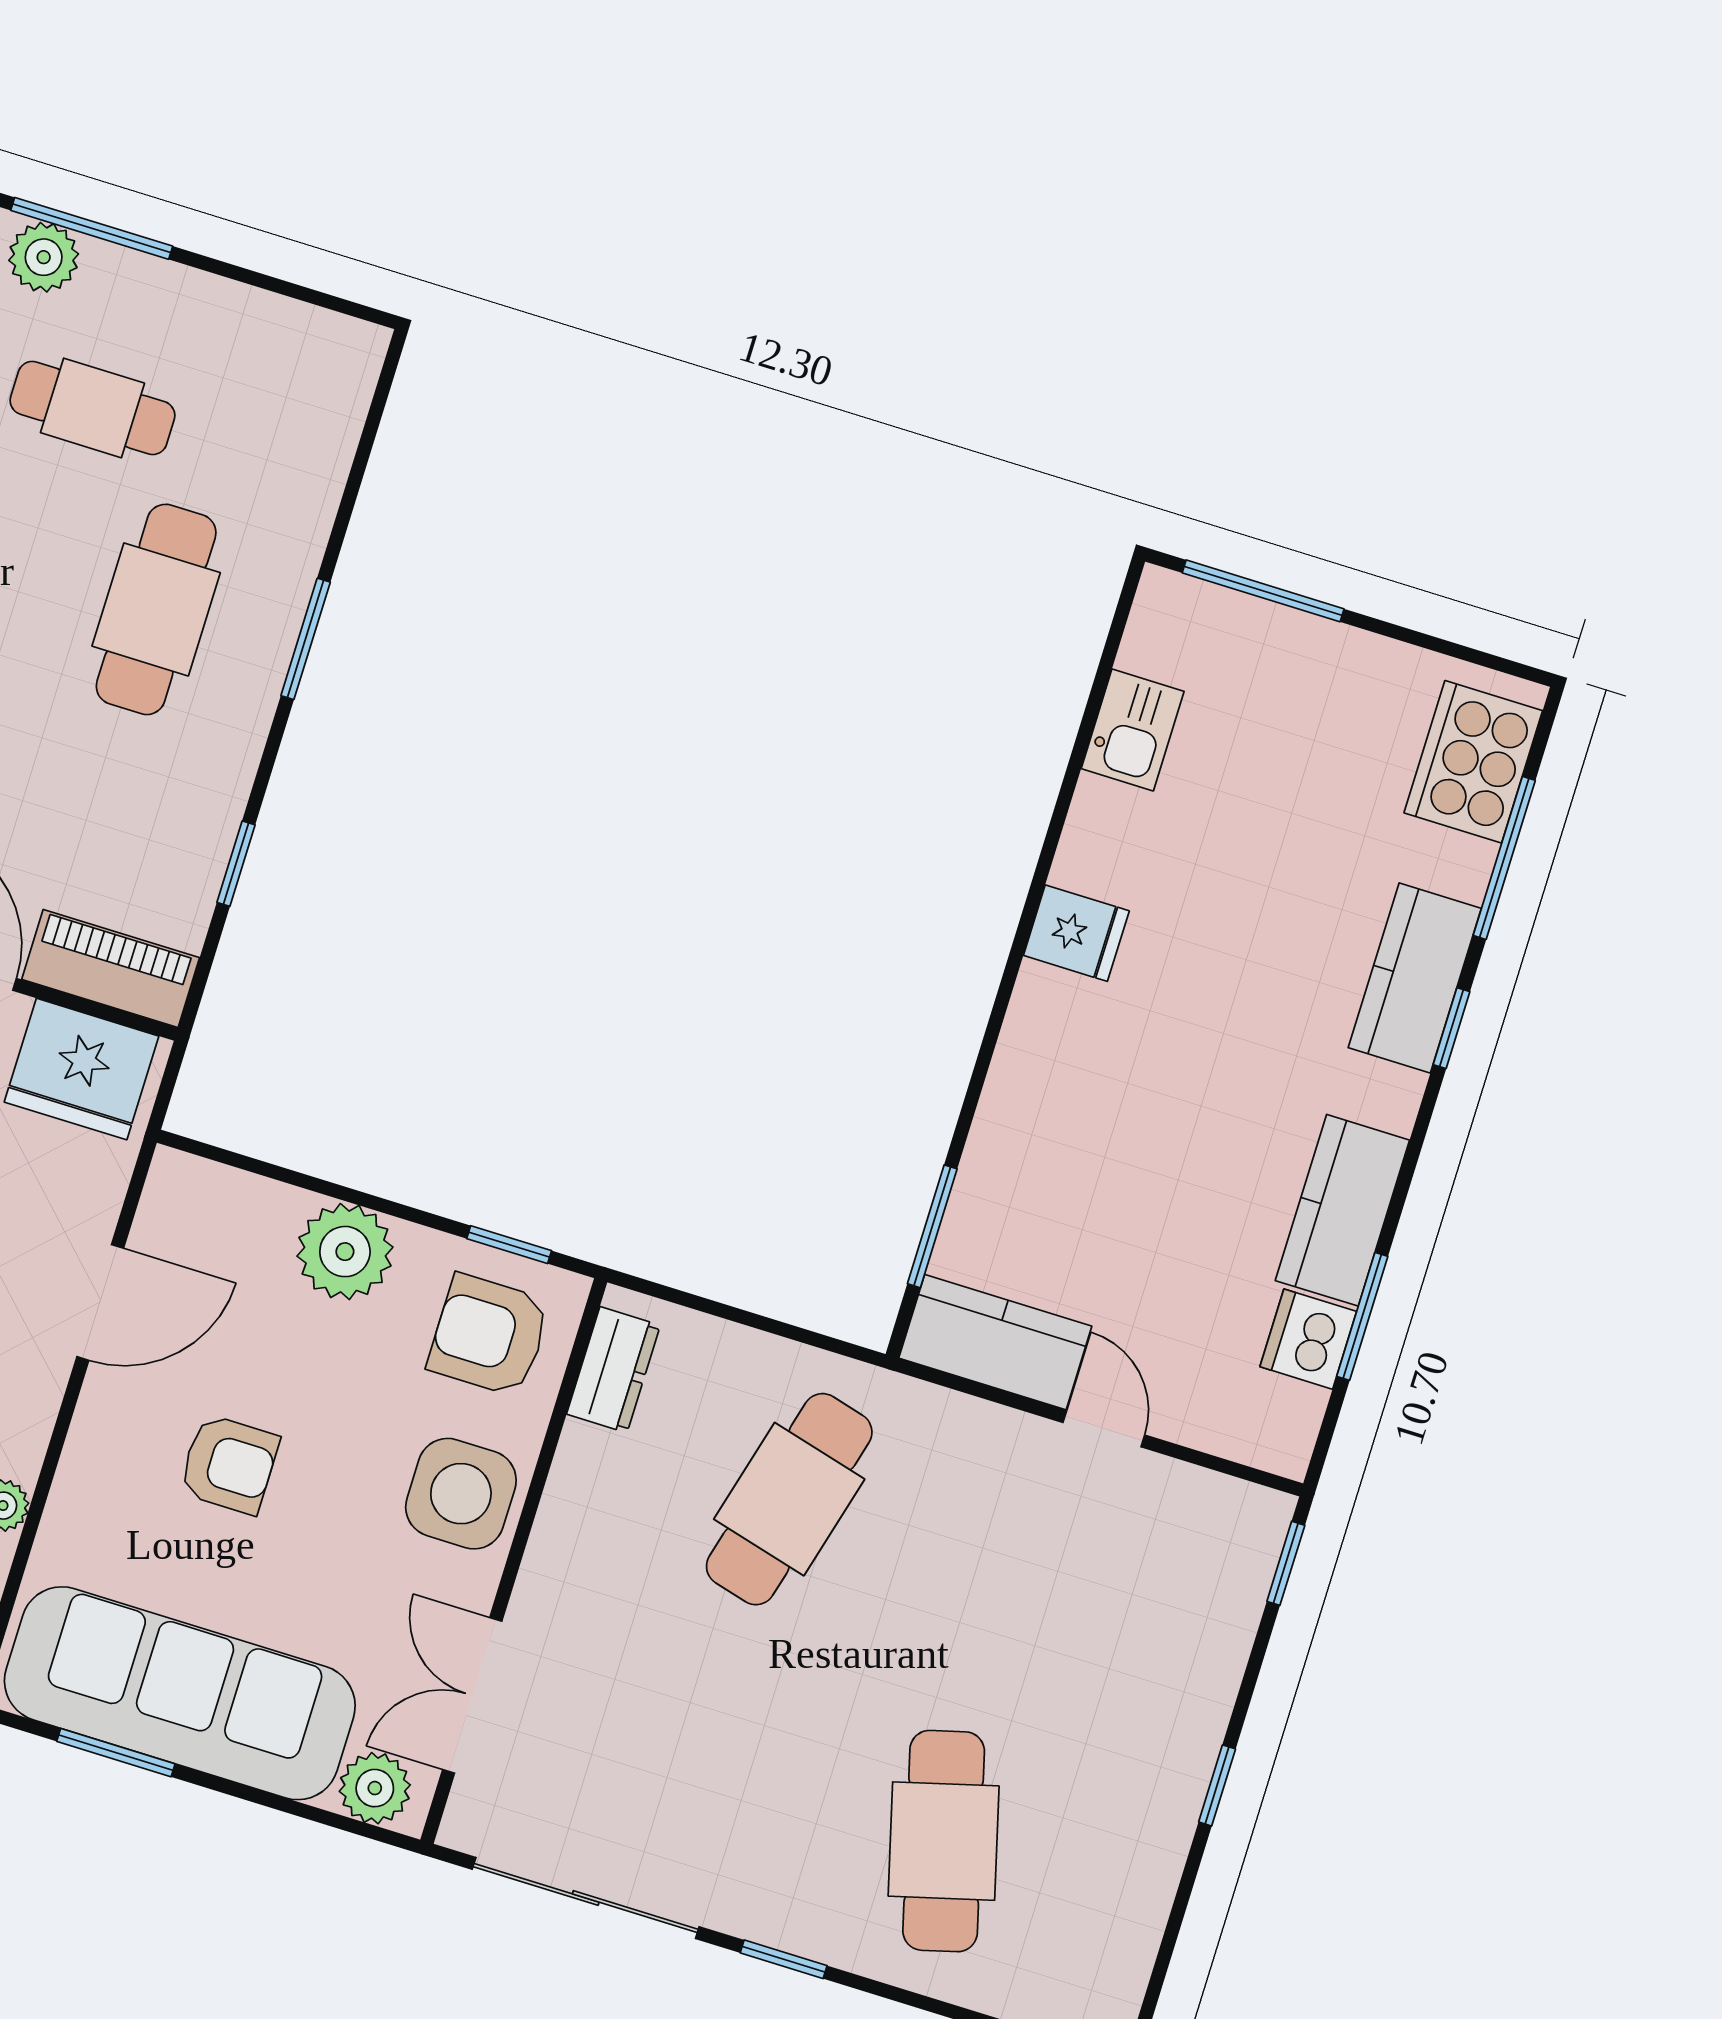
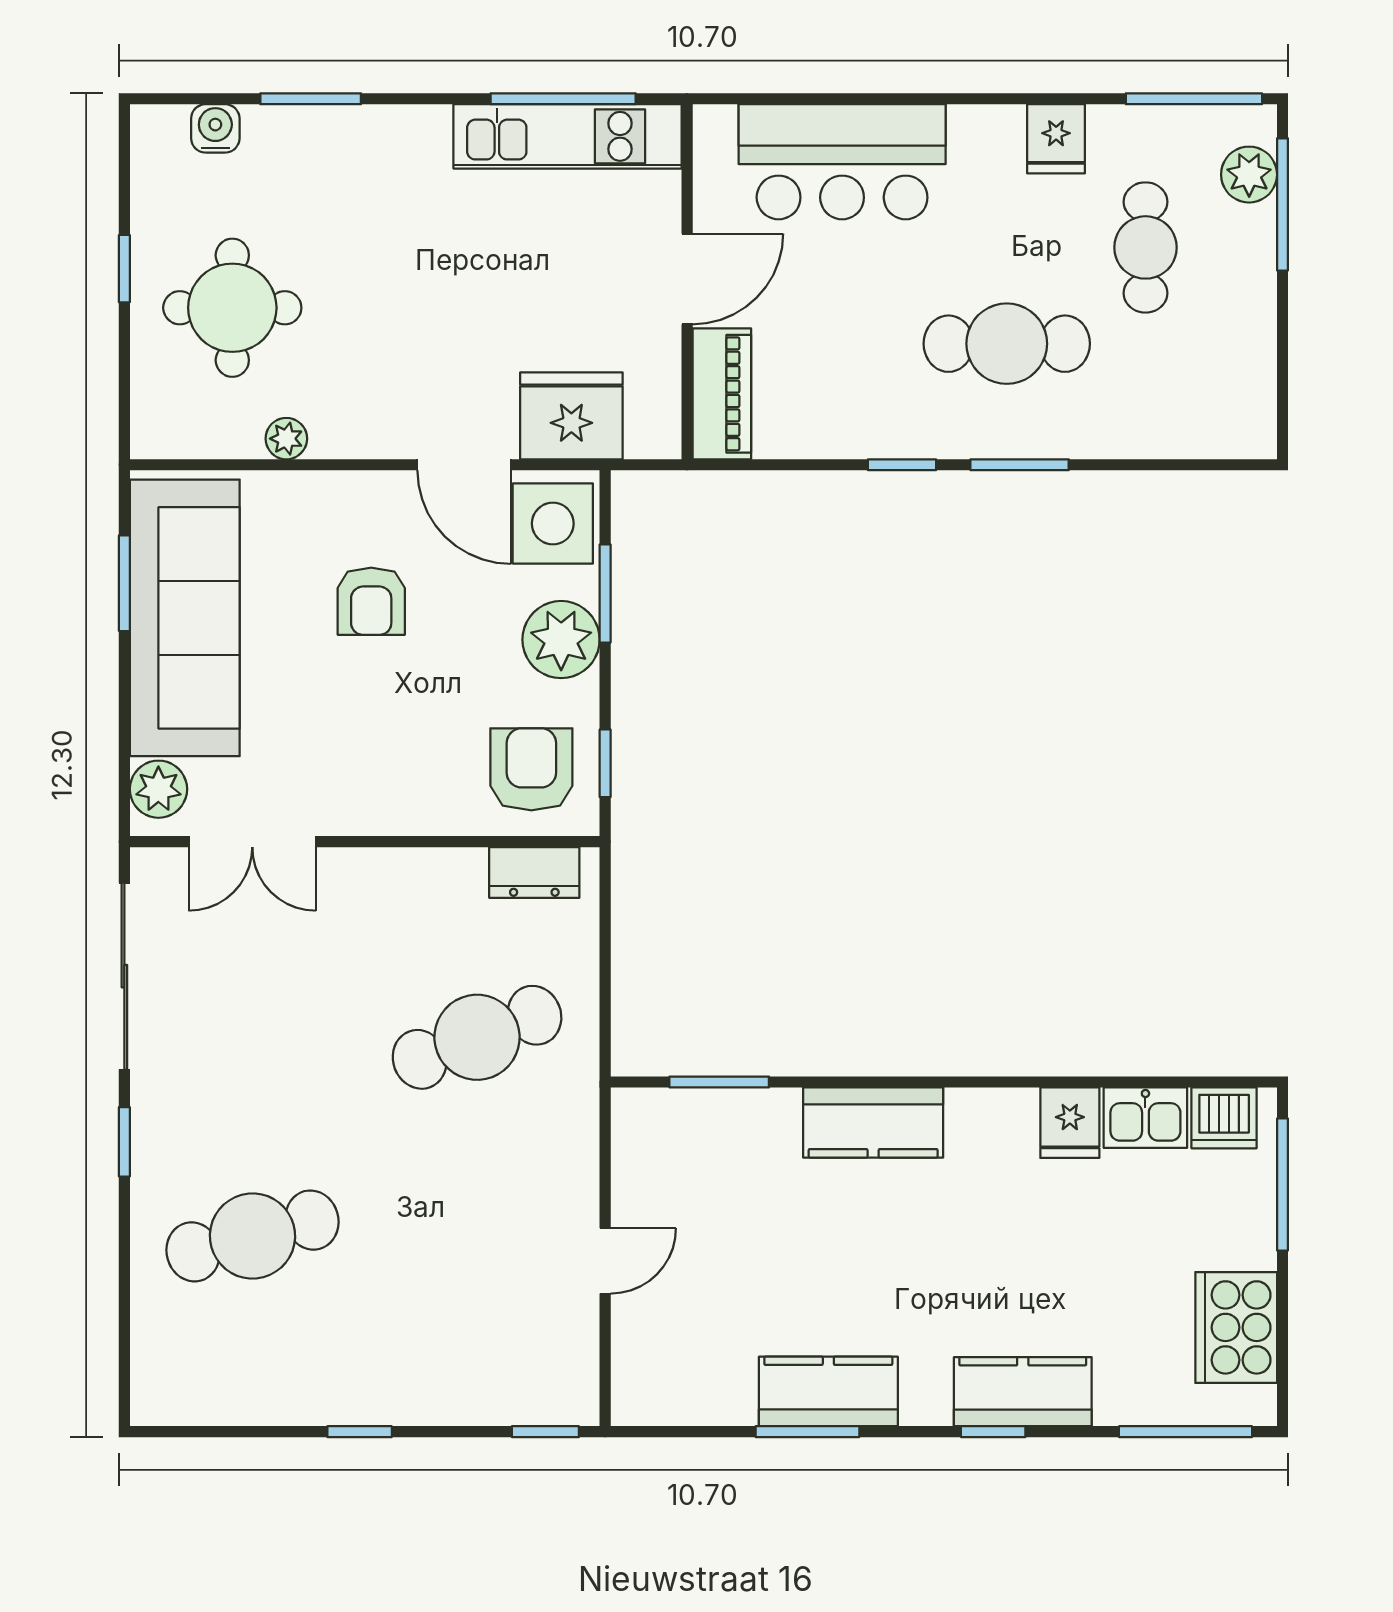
cooker: (1473, 762) -> (1236, 1327), moved, turned -90
window: (1504, 858) -> (1186, 1432), moved
window: (236, 864) -> (902, 465), moved
fridge: (1076, 933) -> (1070, 1123), moved
fridge: (82, 1069) -> (571, 416), moved, turned 90
window: (306, 1182) -> (605, 593), added
window: (1362, 1316) -> (807, 1432), moved
dishwasher: (1308, 1339) -> (1224, 1118), moved, turned 180
kitchen counter: (995, 1342) -> (873, 1122), moved, turned 90
side table: (461, 1494) -> (553, 524), moved
cafe table: (789, 1499) -> (477, 1037), turned -36
double door: (472, 1695) -> (252, 842), swing flipped

